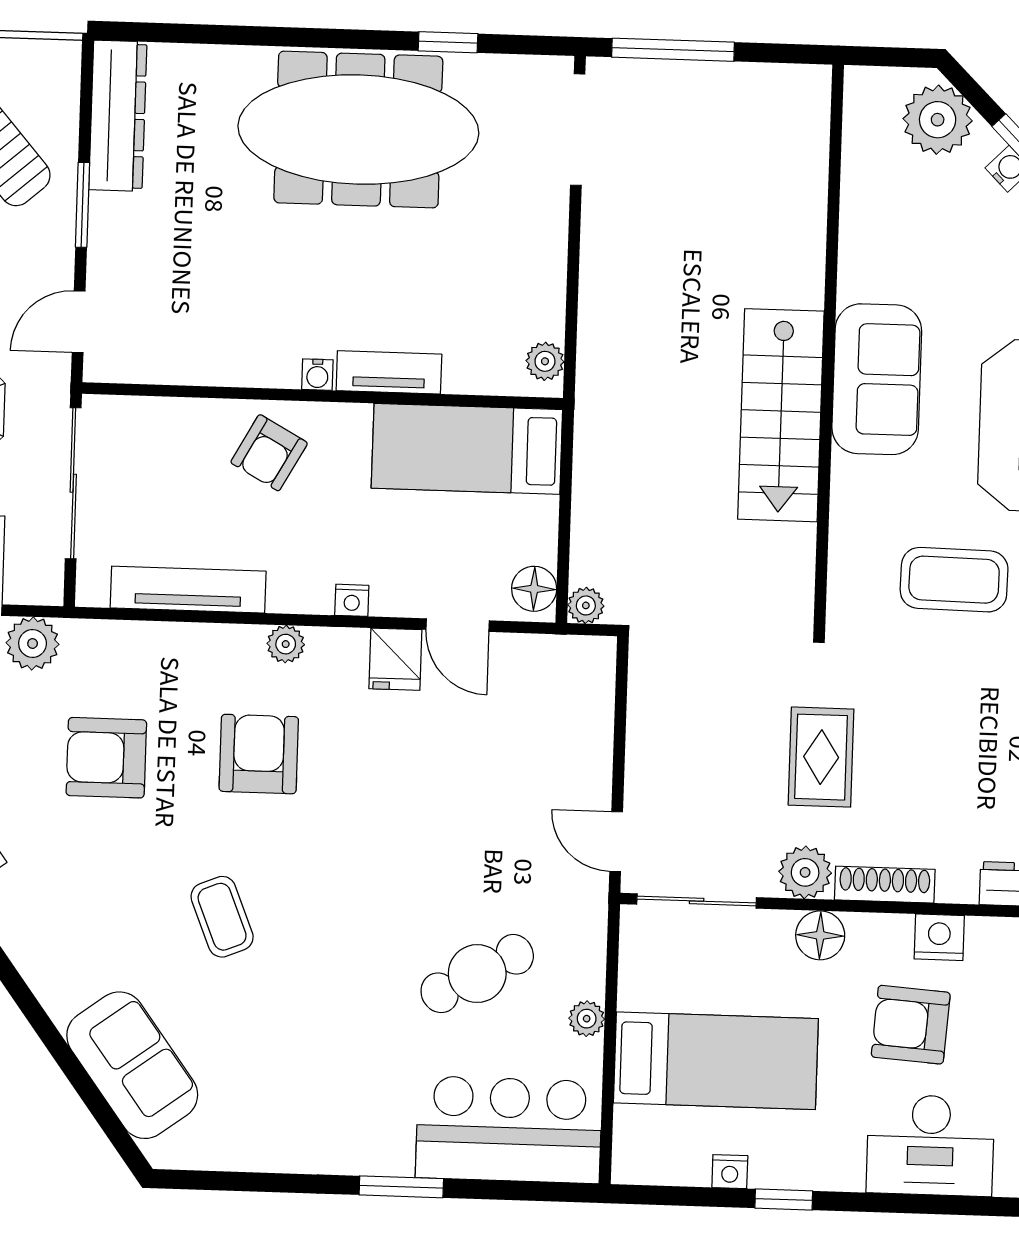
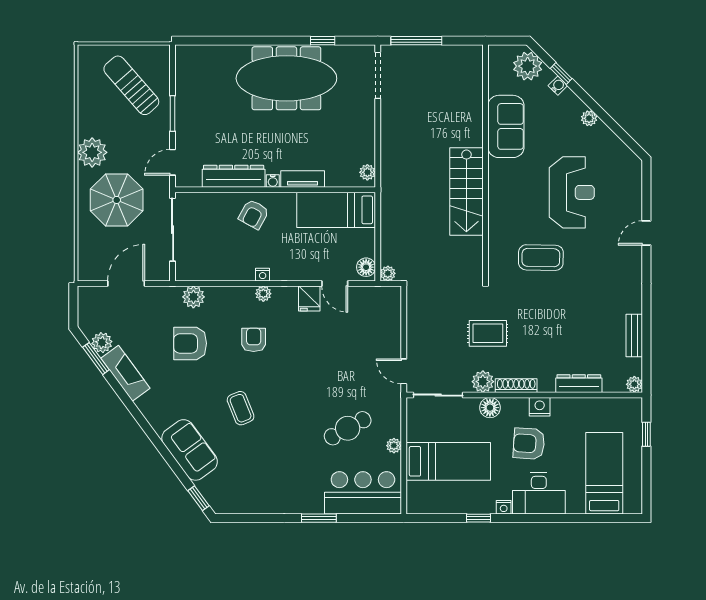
dresser: (118, 116) -> (234, 176), moved, turned -90
sofa: (877, 379) -> (506, 126), moved
tv unit: (188, 590) -> (222, 272), removed
nightstand: (352, 600) -> (263, 275), moved
plant: (33, 643) -> (193, 297), moved
armchair: (259, 754) -> (254, 340), width x0.72, depth x0.72
rug: (821, 757) -> (488, 333), turned 90
sofa: (132, 1065) -> (190, 450), moved
window: (114, 1129) -> (199, 498), added
nightstand: (730, 1172) -> (504, 507), moved

